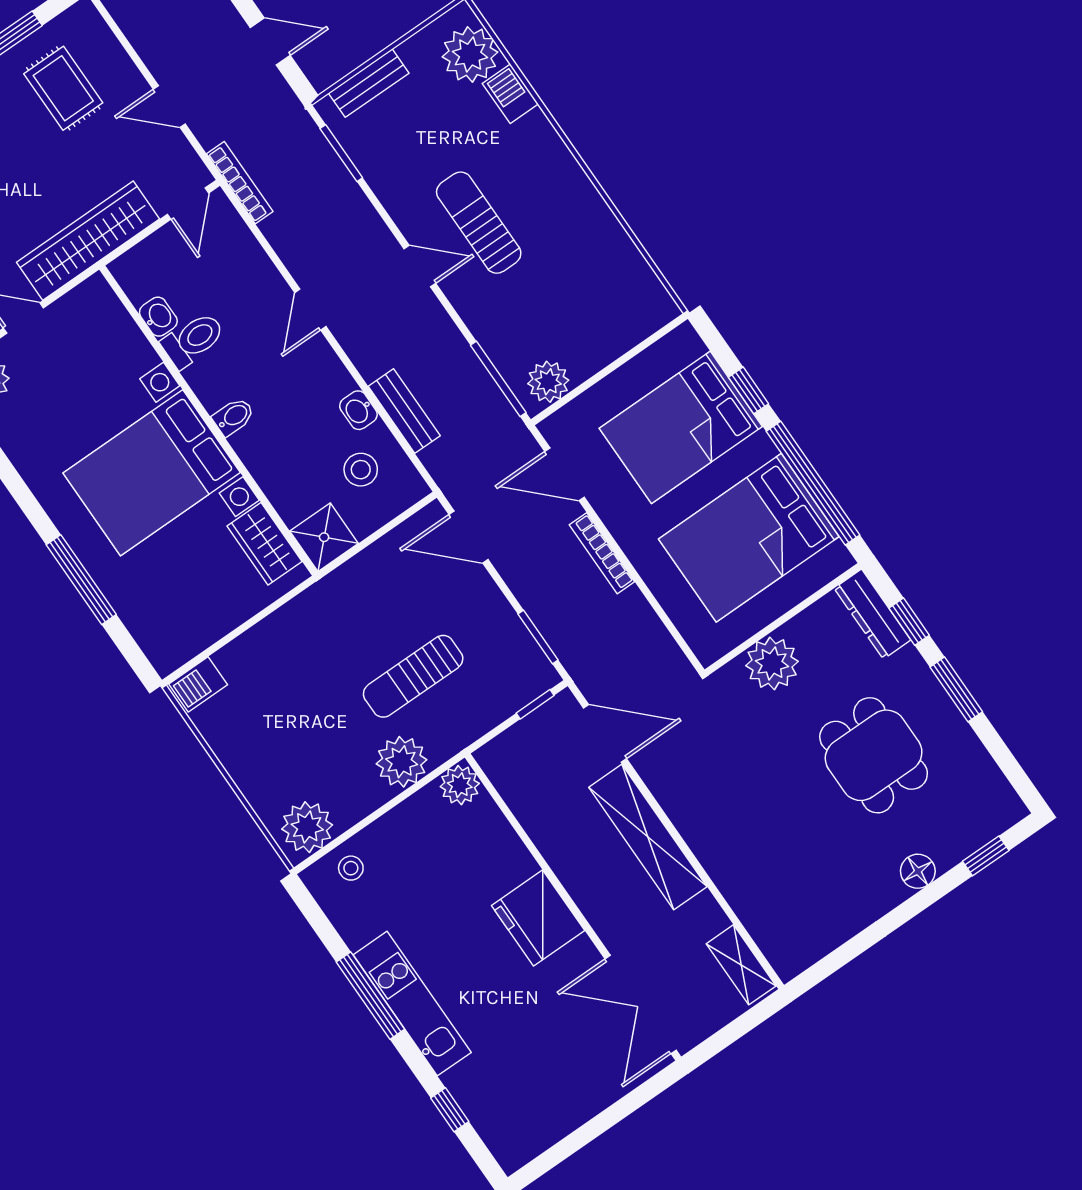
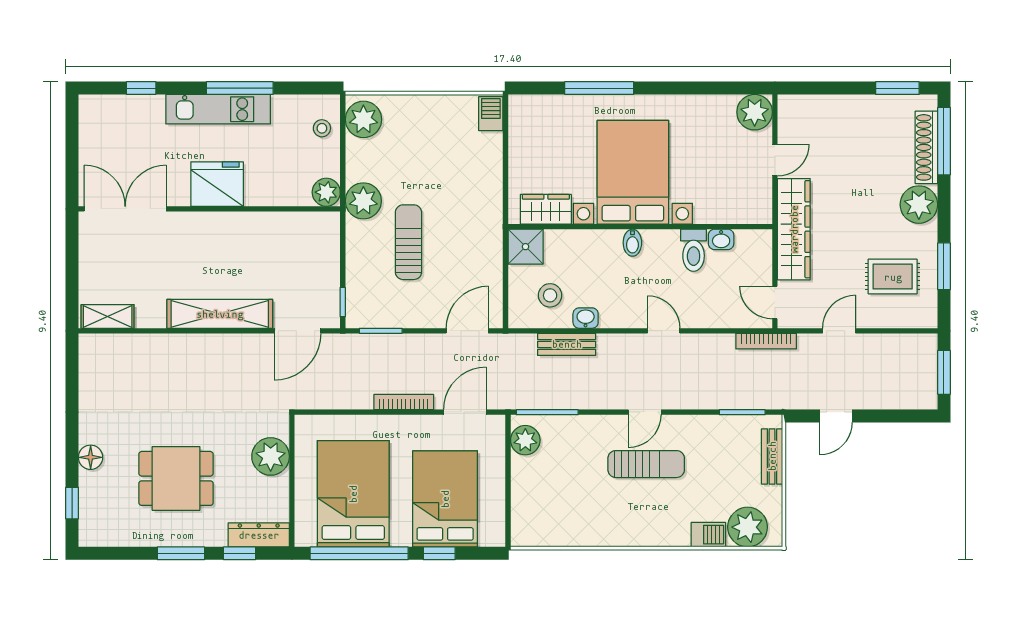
plant: (460, 785) -> (326, 192), moved
wall: (573, 907) -> (209, 209), moved
fridge: (538, 918) -> (217, 184), moved
double door: (641, 1004) -> (125, 209), moved

